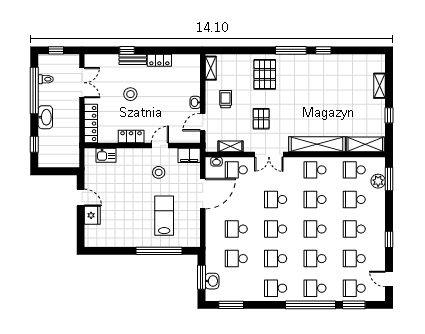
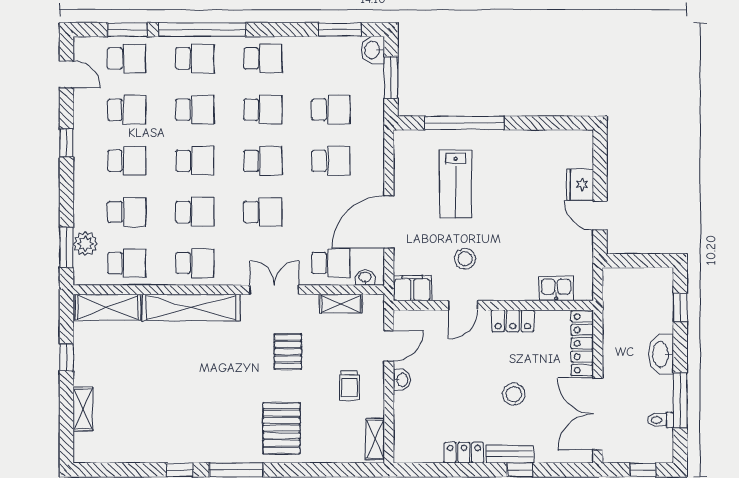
double door: (82, 83) -> (598, 414), width x1.37
window: (34, 91) -> (680, 400), width x0.68
washbasin: (212, 281) -> (373, 50), moved

